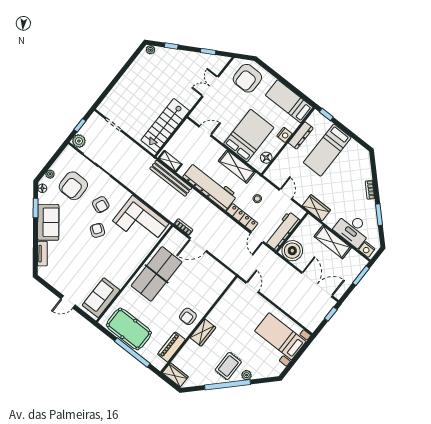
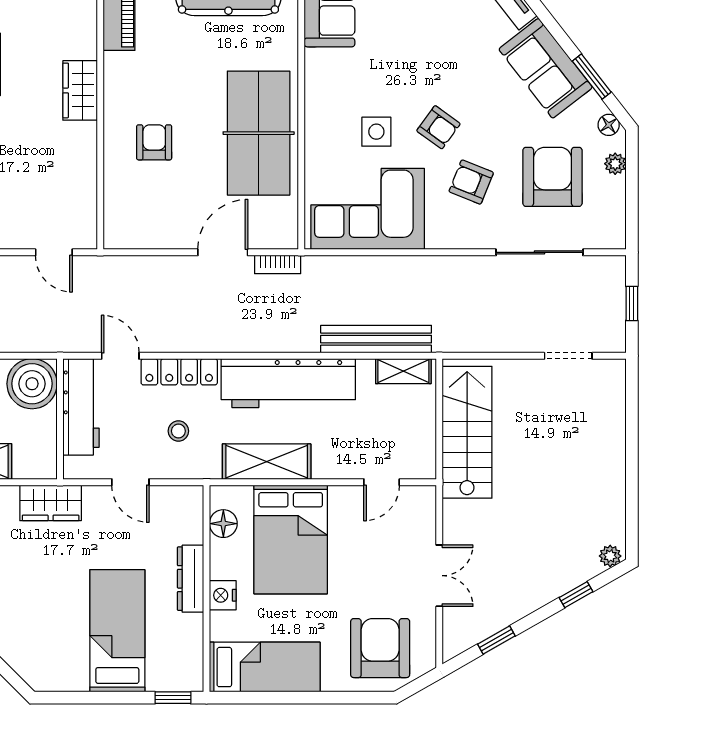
dresser: (301, 135) -> (191, 579), moved
plant: (79, 141) -> (610, 271), removed
side table: (118, 245) -> (376, 132), added
armchair: (188, 316) -> (154, 142), moved

